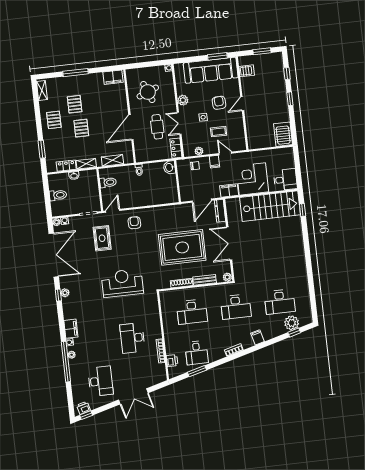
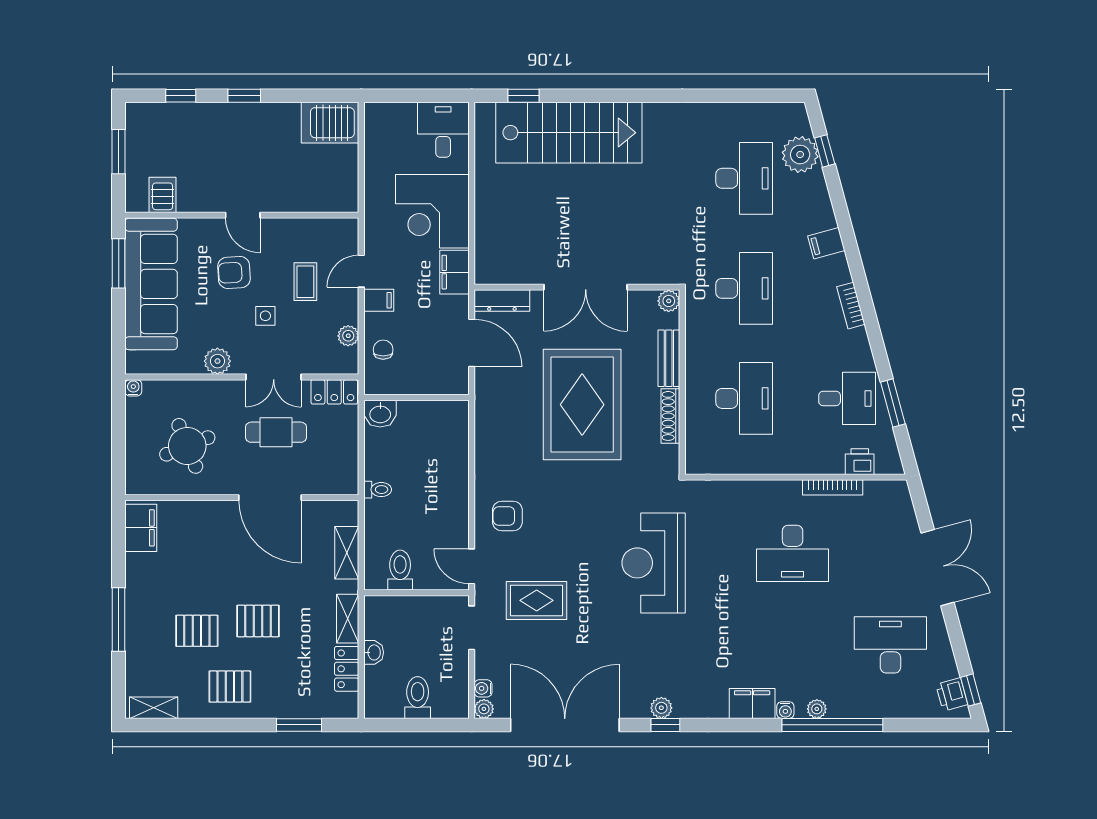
stairs: (270, 206) -> (569, 133), moved, turned 90

